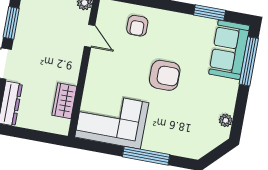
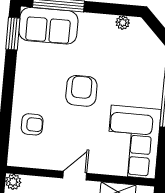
window: (210, 13) -> (13, 34), moved
door: (90, 36) -> (75, 176), moved

